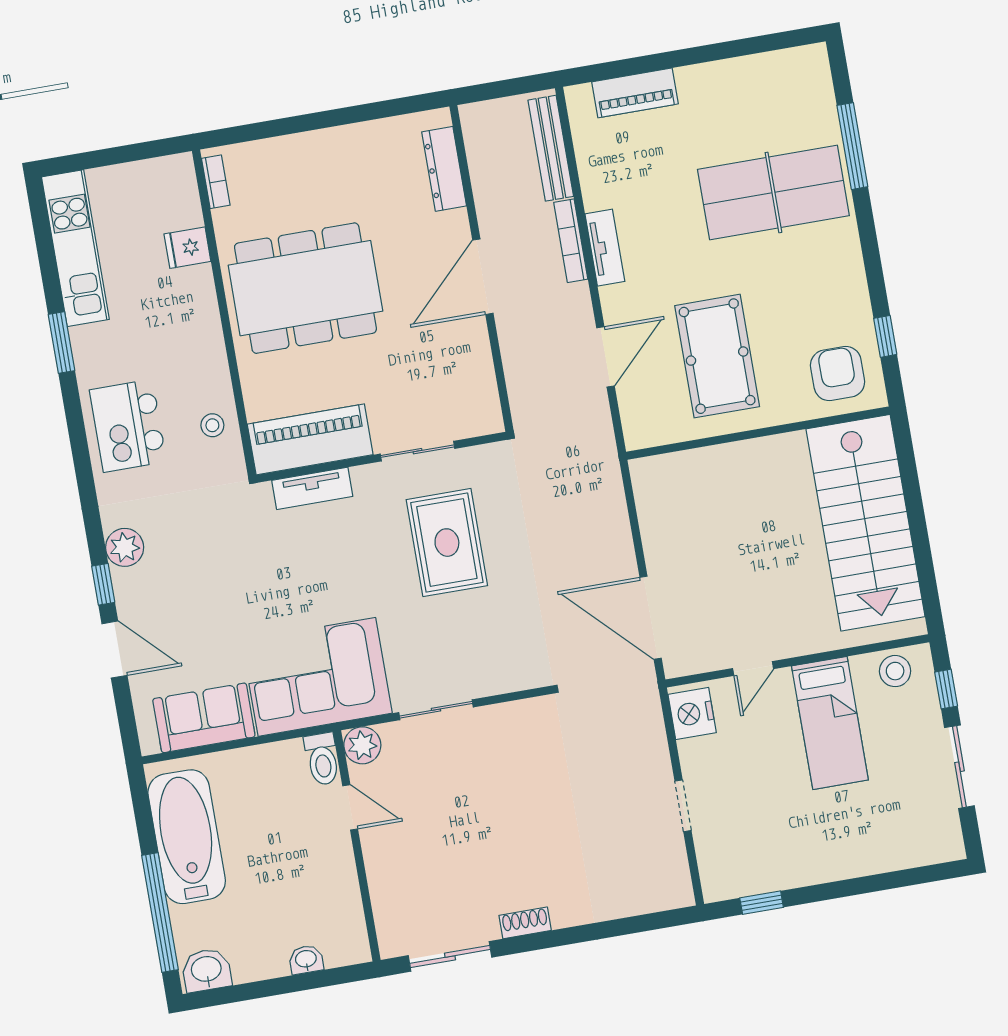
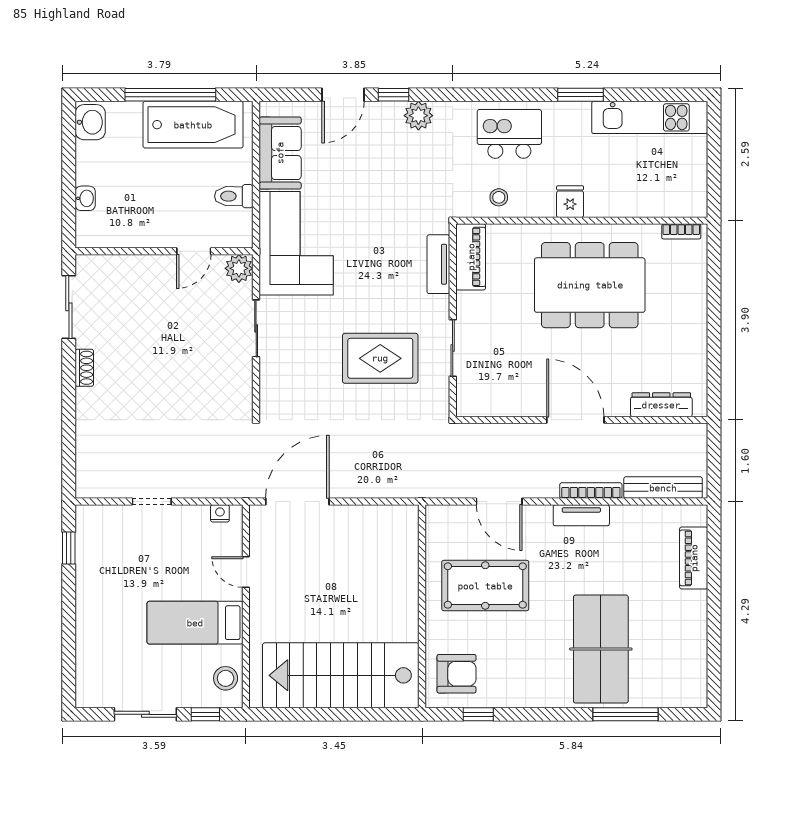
fridge: (187, 248) -> (570, 202), moved
dining table: (305, 288) -> (590, 285), turned 90
piano: (310, 439) -> (471, 257), width x0.73, depth x0.75
nightstand: (692, 714) -> (220, 513), width x0.53, depth x0.56
toilet: (322, 759) -> (234, 196), moved
window: (160, 913) -> (170, 95), moved

